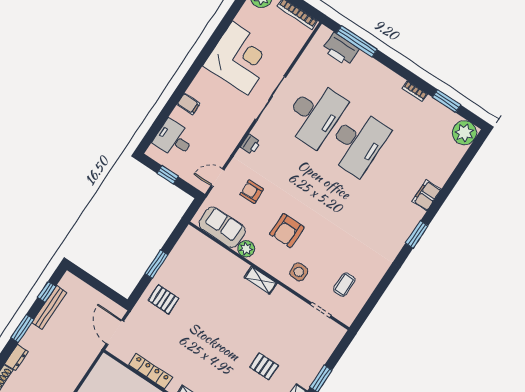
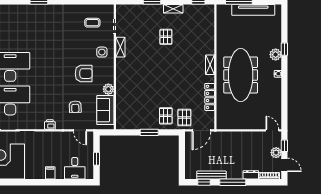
filing cabinet: (427, 195) -> (14, 10), removed
shelving: (260, 280) -> (120, 47), moved
pallet: (146, 322) -> (184, 118), added
window: (22, 328) -> (233, 182), width x1.44

